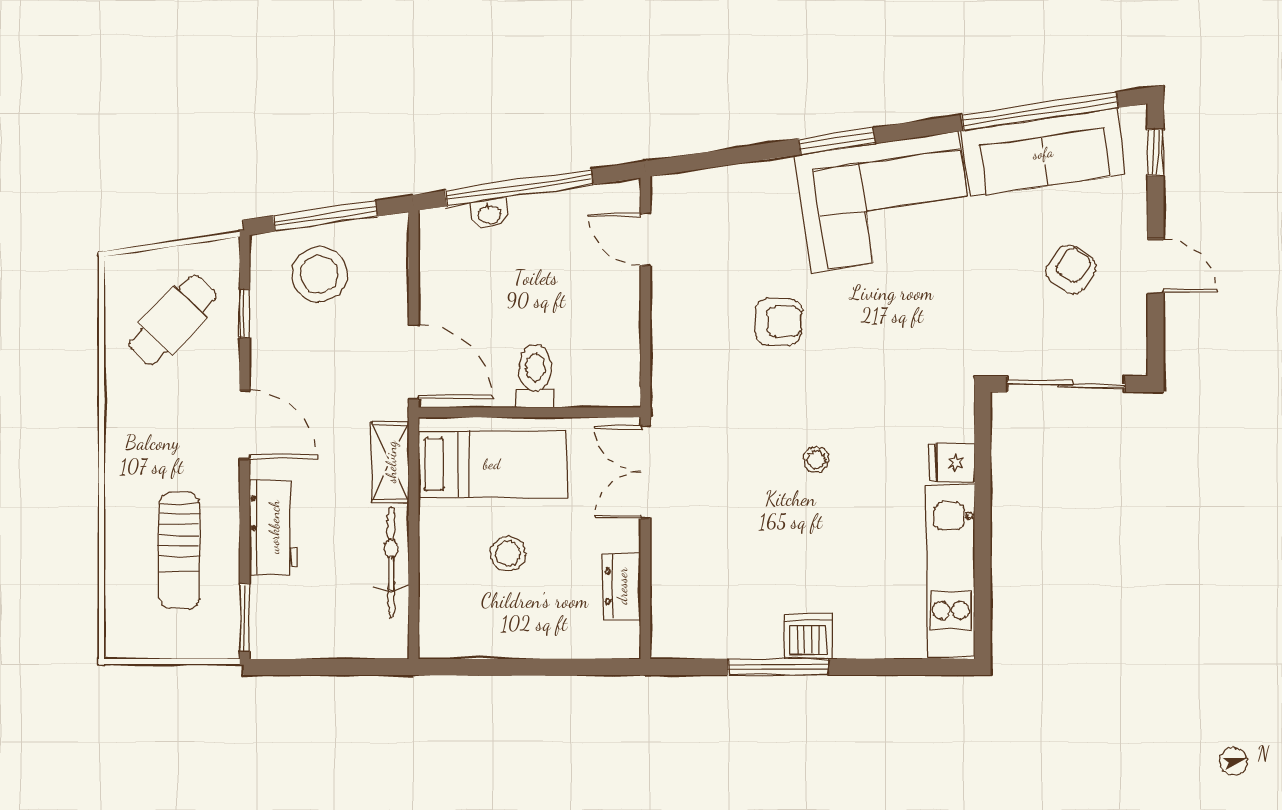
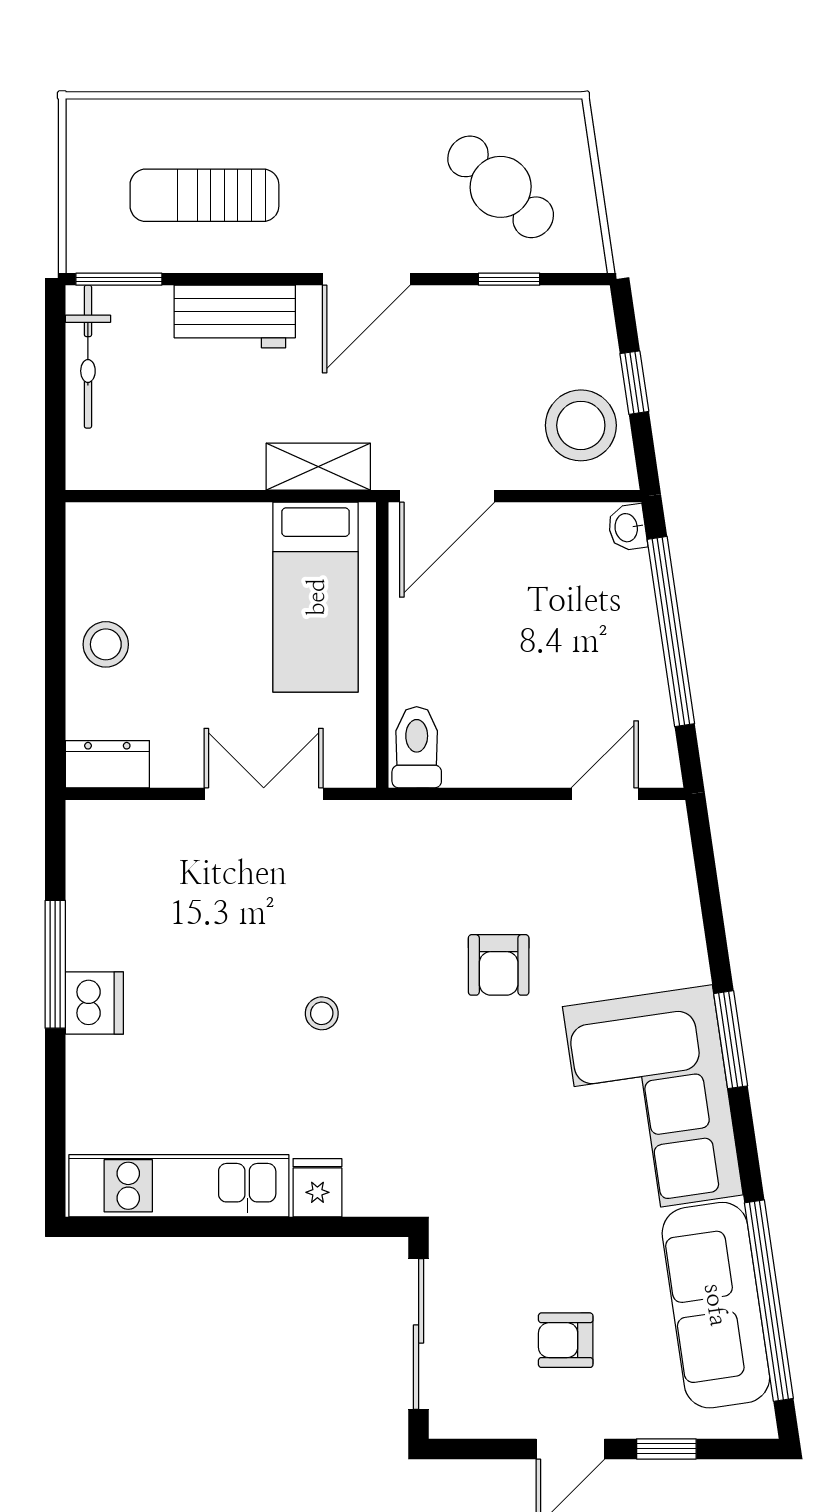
window: (1155, 152) -> (666, 1449), moved
washbasin: (489, 214) -> (627, 528), moved
window: (325, 216) -> (634, 383), width x0.46
armchair: (1071, 270) -> (566, 1340), turned 145
stool: (319, 274) -> (581, 425), moved
toilet: (535, 376) -> (417, 747), moved, turned -90
double door: (645, 472) -> (264, 794), moved
stool: (508, 554) -> (106, 644), moved
bicycle: (391, 562) -> (88, 357), moved, turned 90
dresser: (622, 586) -> (107, 764), moved

